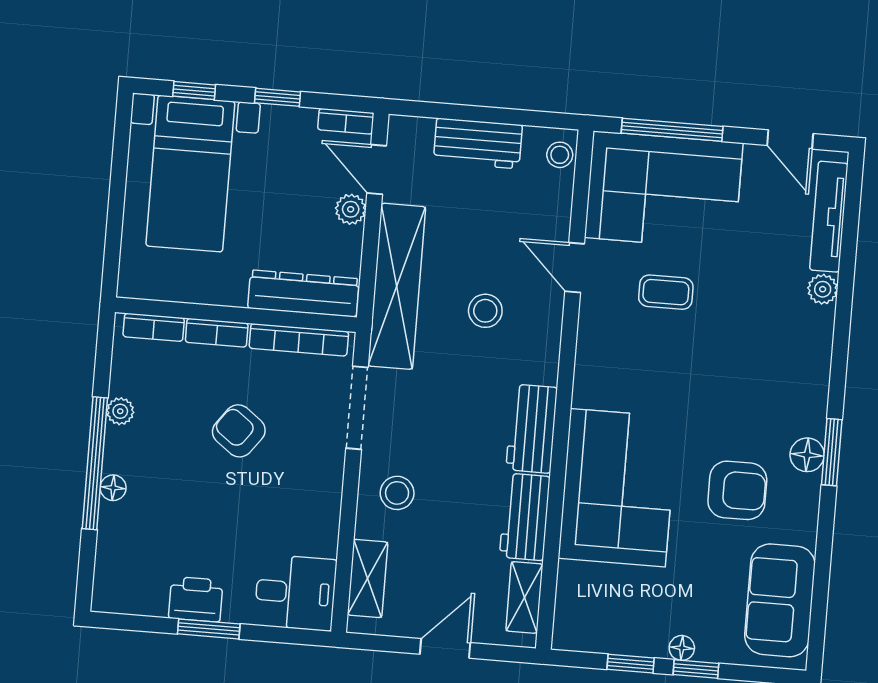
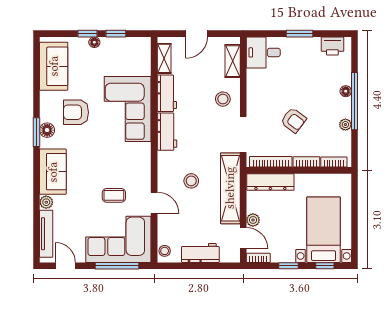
sofa: (802, 358) -> (53, 172), added
printer: (196, 599) -> (332, 46), moved

